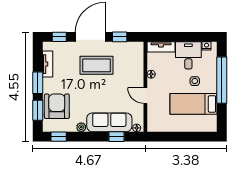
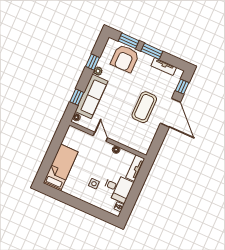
window: (120, 37) -> (159, 137), removed
window: (222, 80) -> (85, 207), removed
door: (145, 96) -> (100, 137), hinge flipped
bed: (194, 104) -> (61, 167), moved
armchair: (57, 106) -> (125, 58), turned 90
window: (59, 137) -> (93, 62), moved

